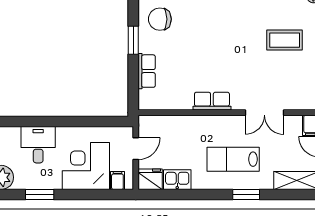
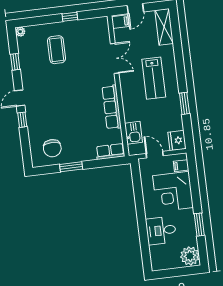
row of seats: (147, 71) -> (110, 151), moved
row of seats: (212, 101) -> (112, 107), width x1.48
kitchen sink: (177, 180) -> (133, 133), moved, turned 180
window: (246, 194) -> (184, 103), moved

